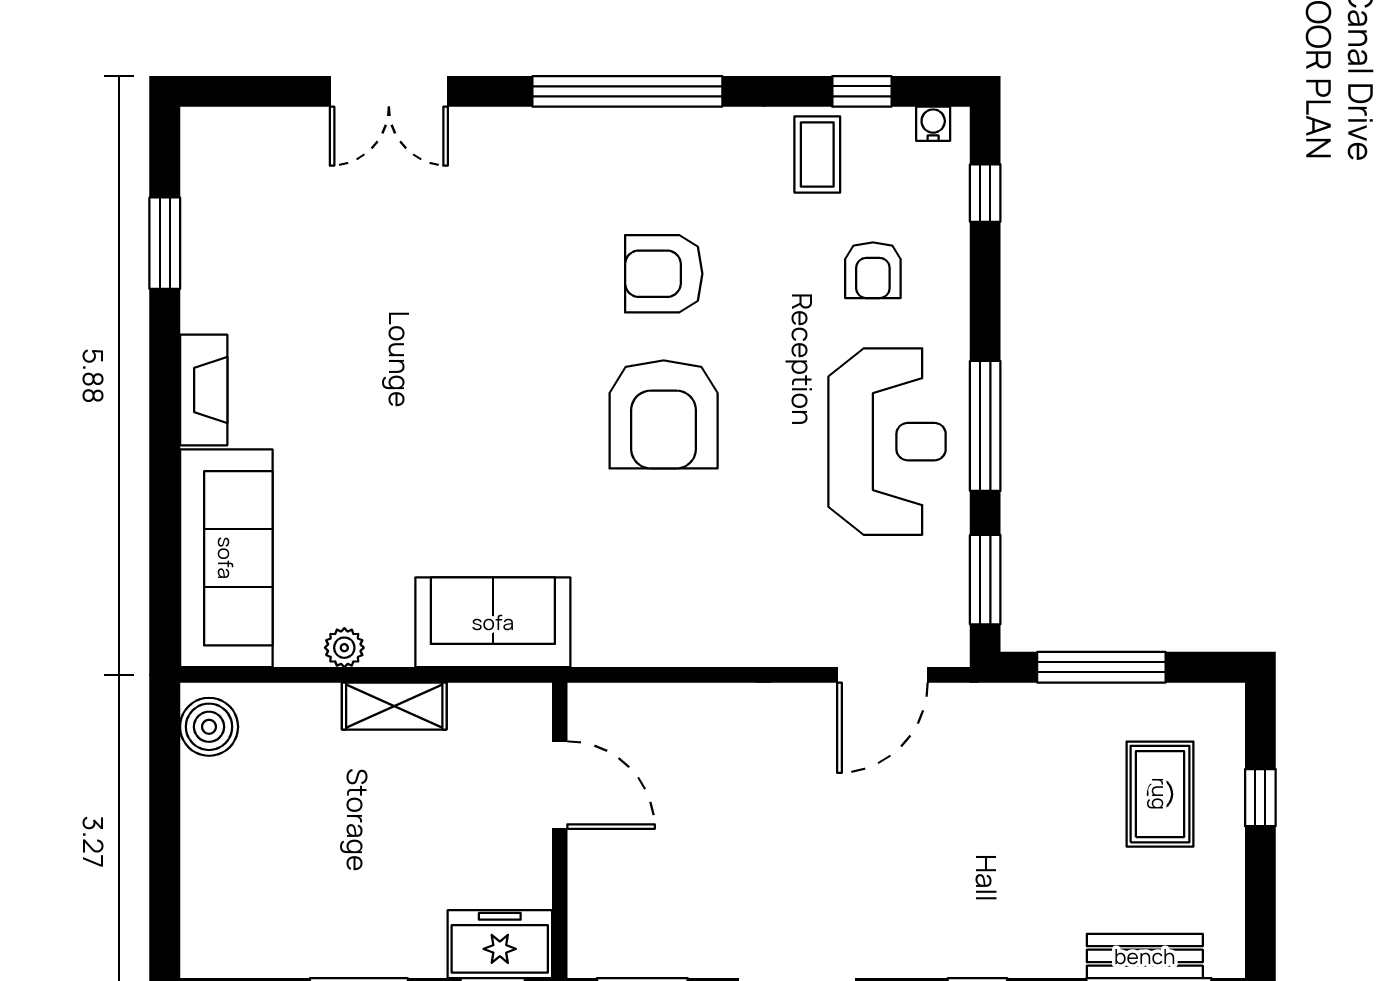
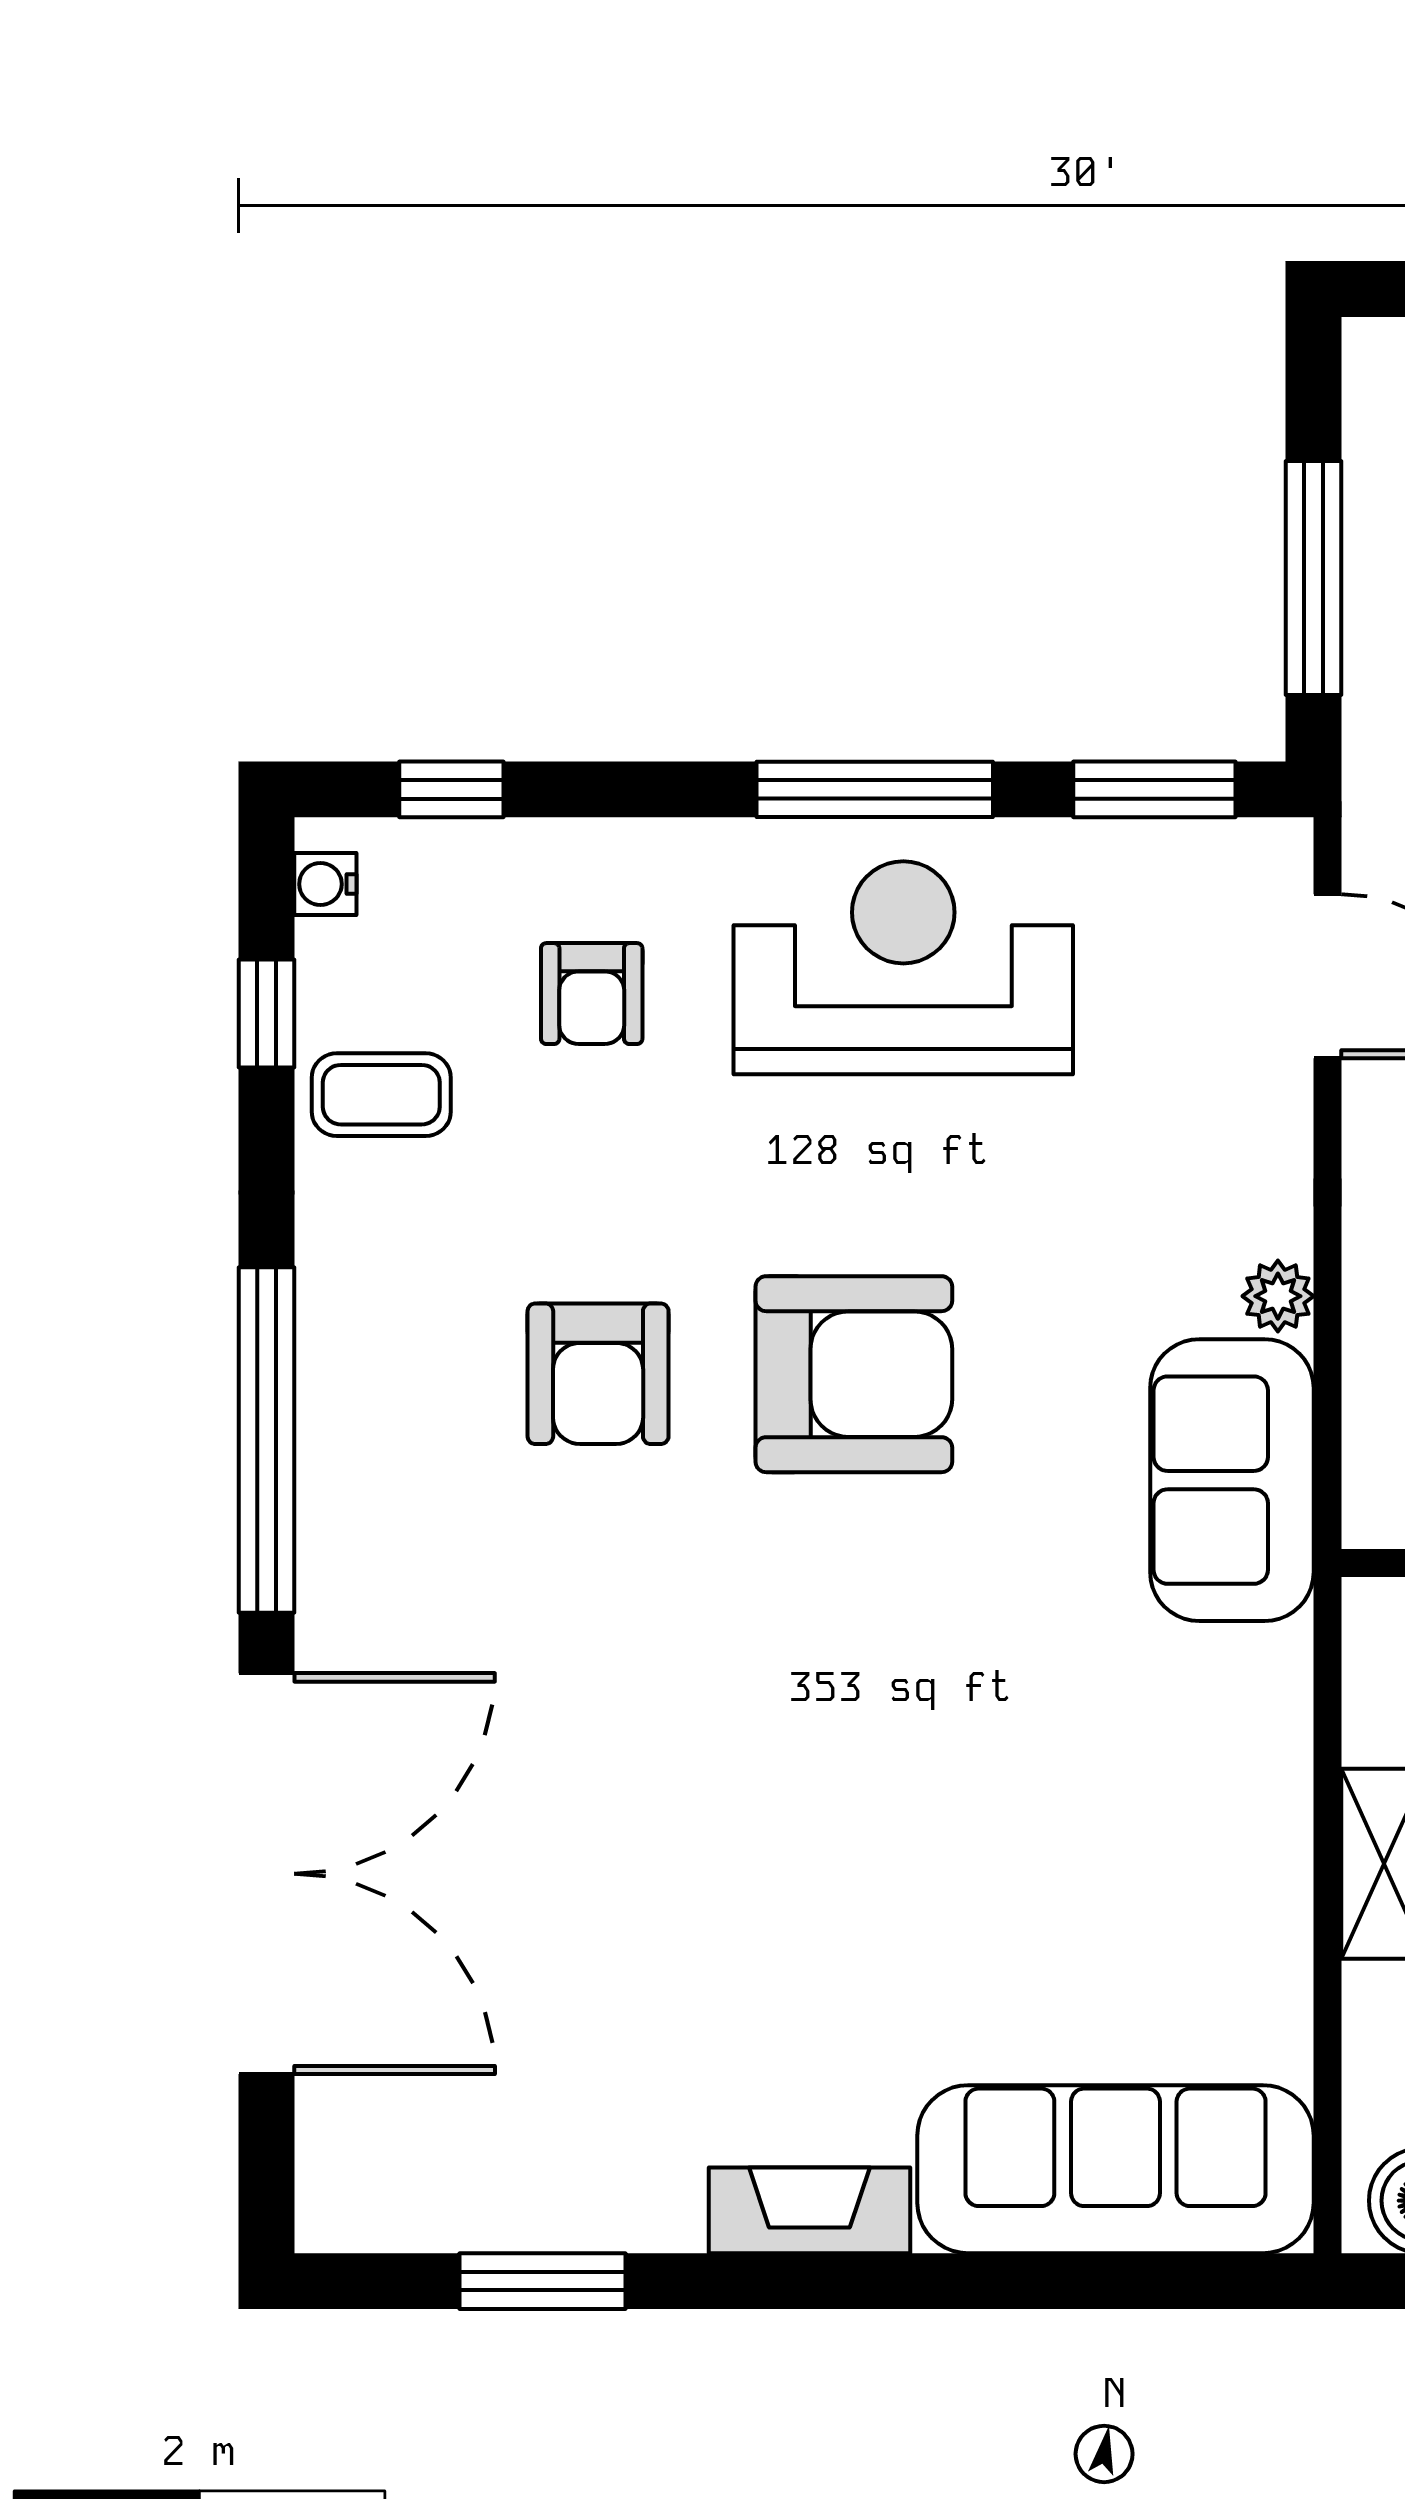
double door: (389, 91) -> (266, 1874), width x1.87
armchair: (873, 270) -> (592, 994), turned 90
sofa: (493, 622) -> (1232, 1480), moved
plant: (344, 648) -> (1278, 1296), moved

